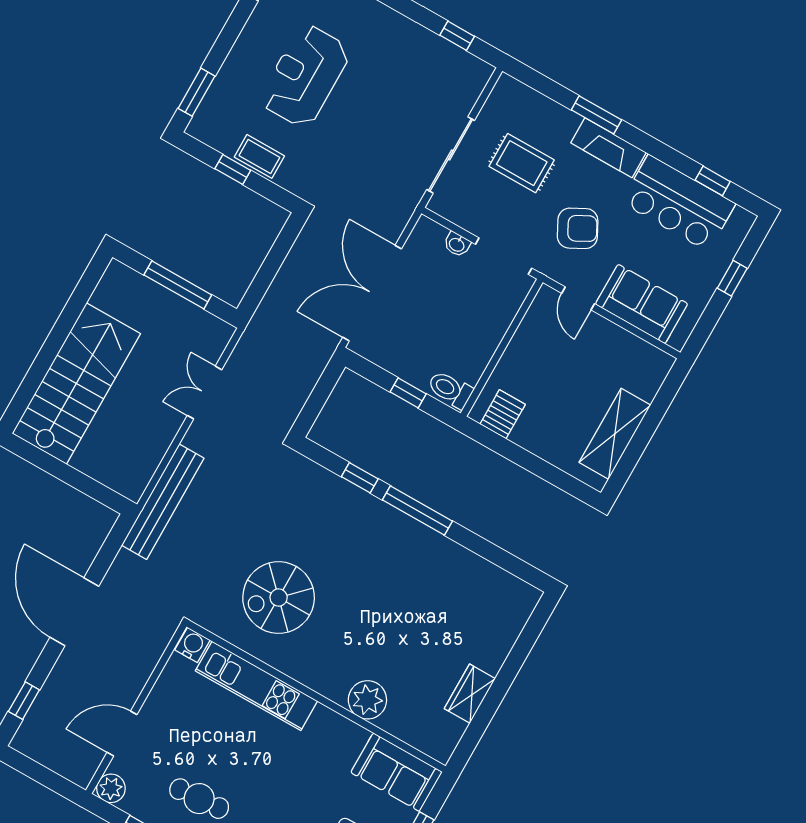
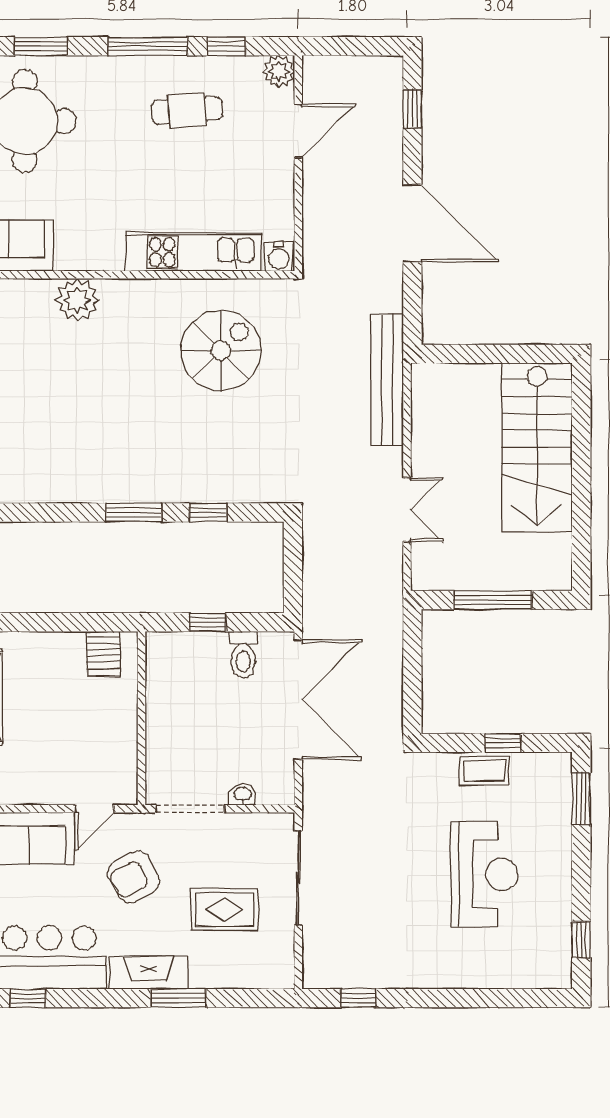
door: (578, 298) -> (94, 809), swing flipped
toilet: (450, 389) -> (243, 655), moved, turned 90
window: (417, 511) -> (134, 513), width x0.69

